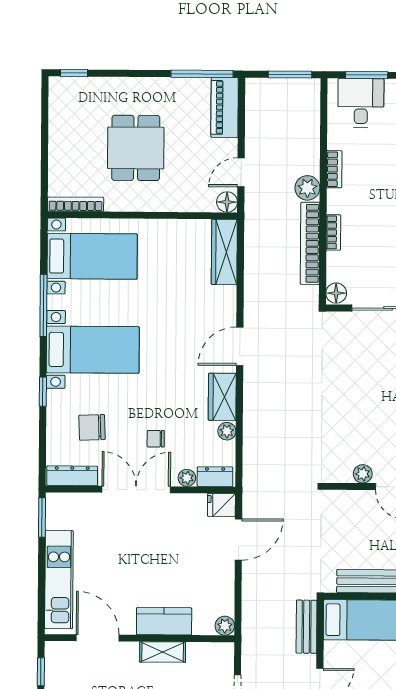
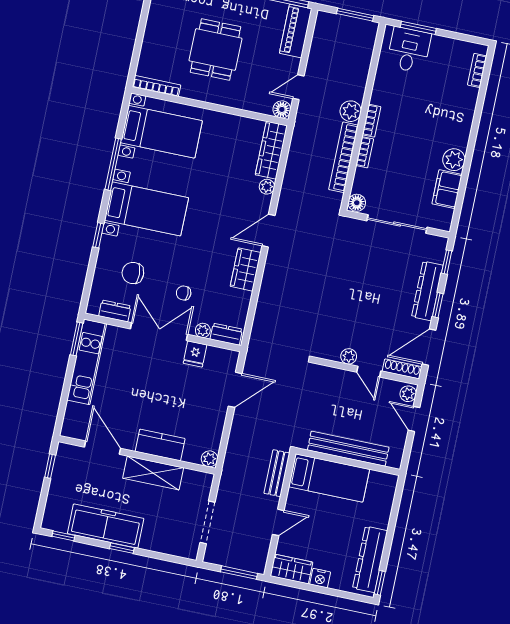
bookcase: (334, 169) -> (372, 121), moved
plant: (227, 431) -> (267, 187), moved
dresser: (72, 476) -> (115, 311), width x0.70
fridge: (221, 505) -> (195, 354), moved, turned -90
kitchen unit: (59, 580) -> (87, 362), moved
shelving: (163, 652) -> (153, 473), width x1.50, depth x1.33

